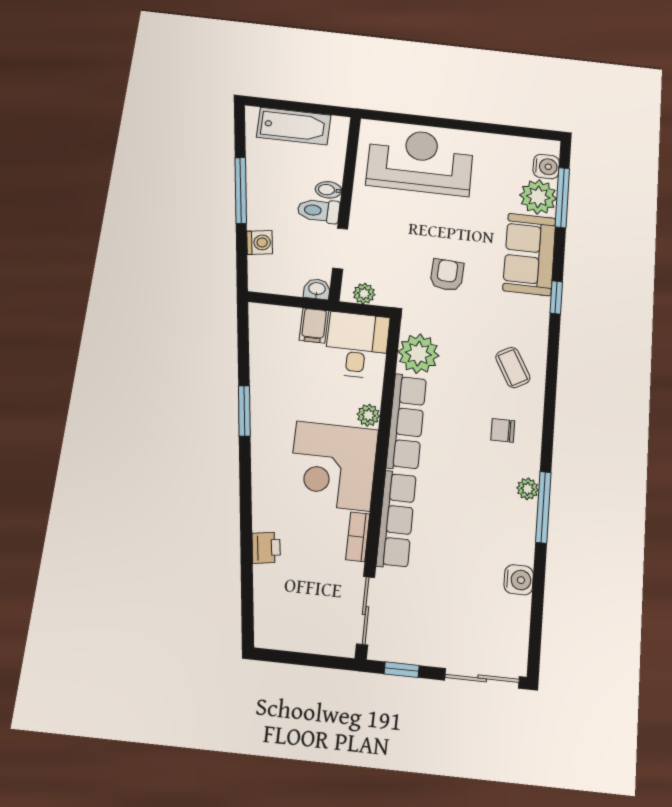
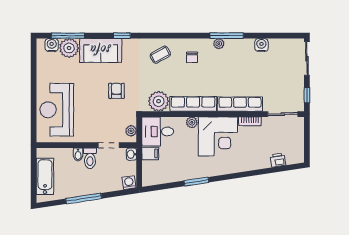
washing machine: (260, 243) -> (129, 183), moved
armchair: (447, 275) -> (116, 91), turned 87
printer: (266, 548) -> (278, 160), moved

